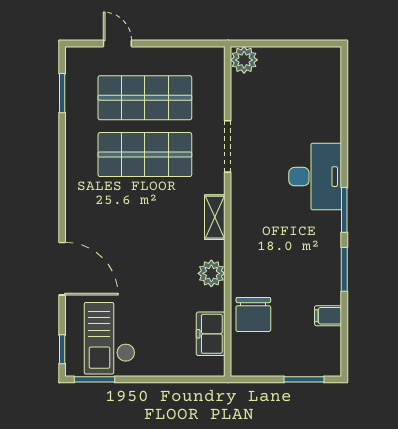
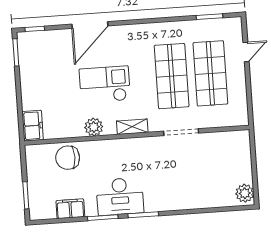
plant: (244, 60) -> (245, 193), moved
desk: (315, 177) -> (120, 196), moved
filing cabinet: (328, 316) -> (70, 209), width x2.00
freezer: (211, 334) -> (33, 126), moved, turned 90
checkout: (110, 338) -> (105, 84), moved

